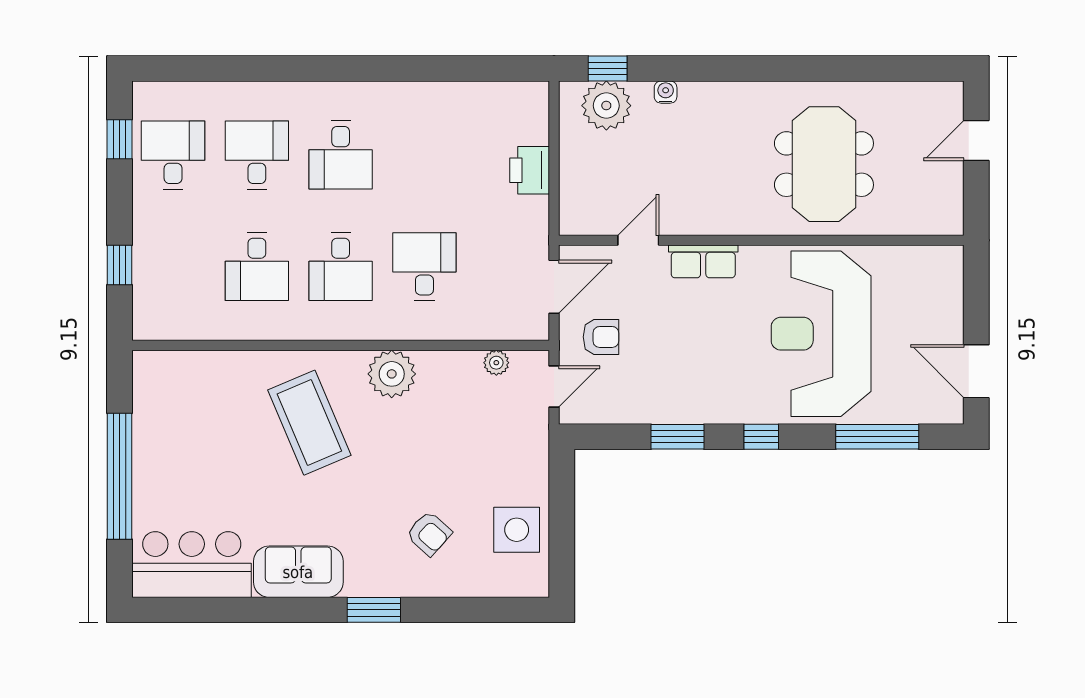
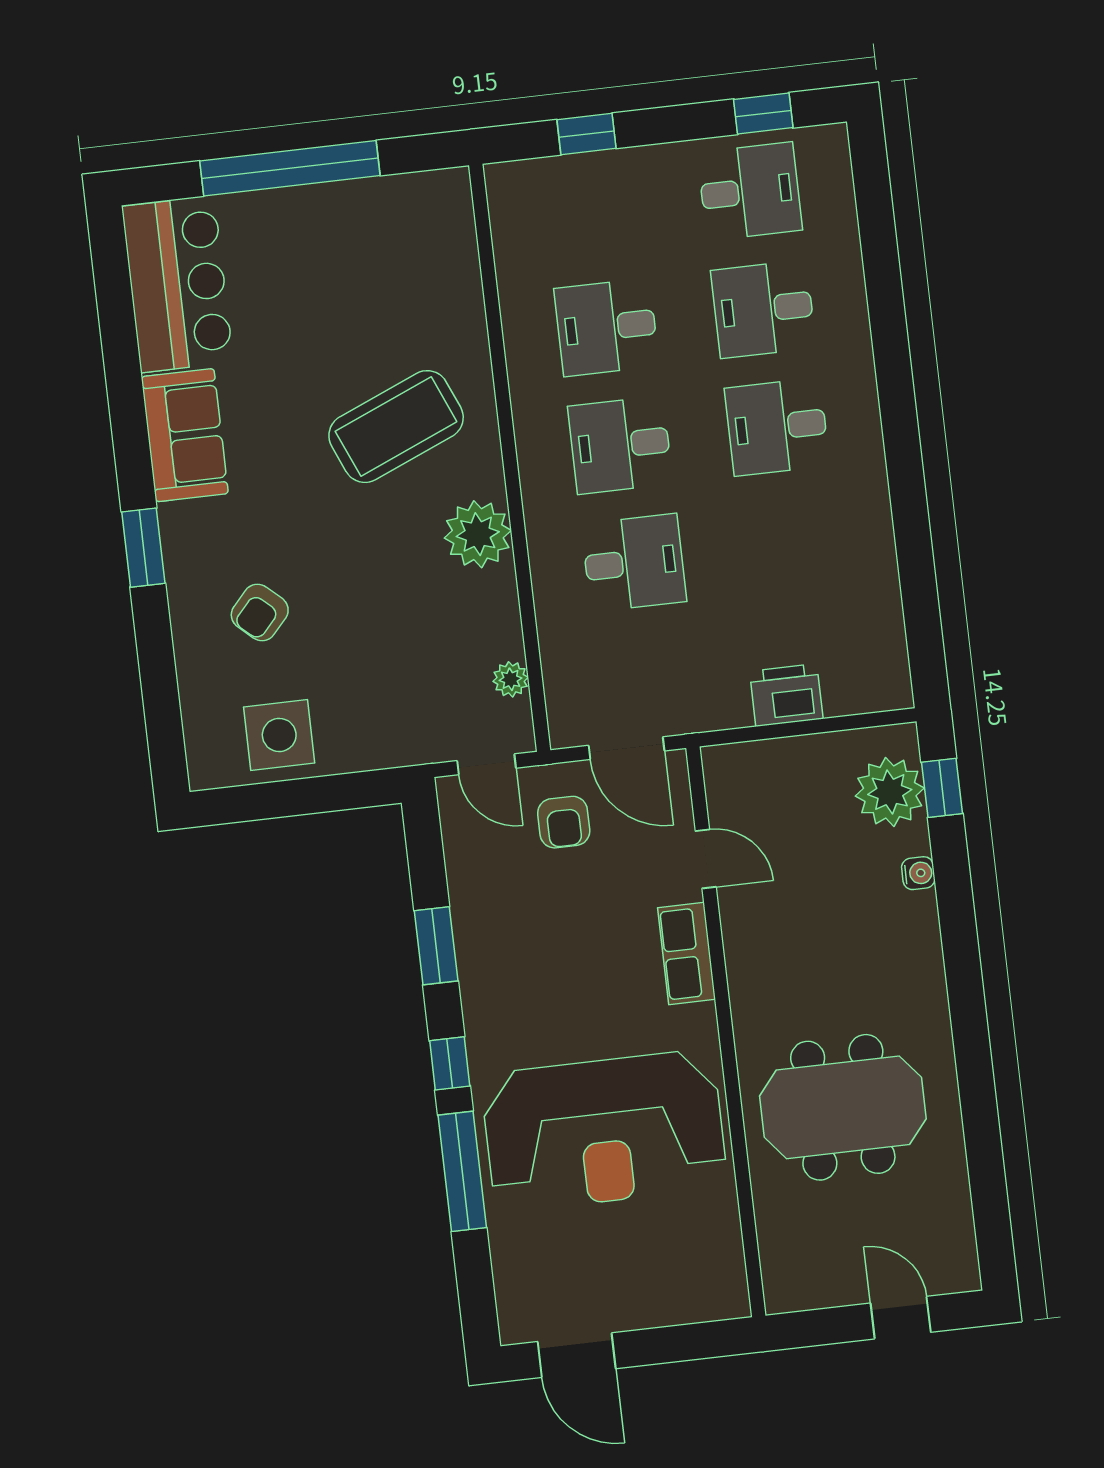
desk: (257, 155) -> (763, 309), turned 180
reception desk: (821, 334) -> (604, 1131), turned 180
door: (976, 371) -> (577, 1355), swing flipped
window: (877, 437) -> (462, 1171), moved

